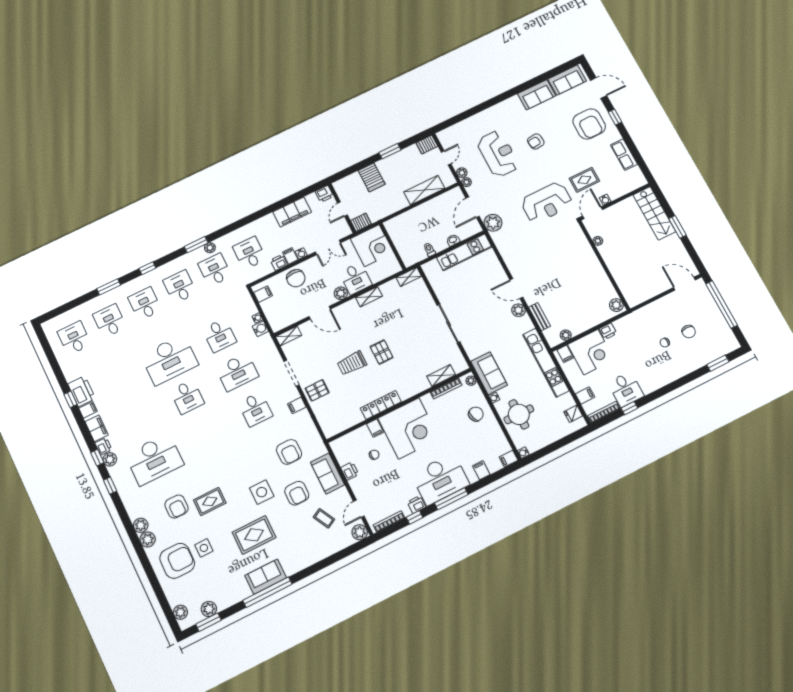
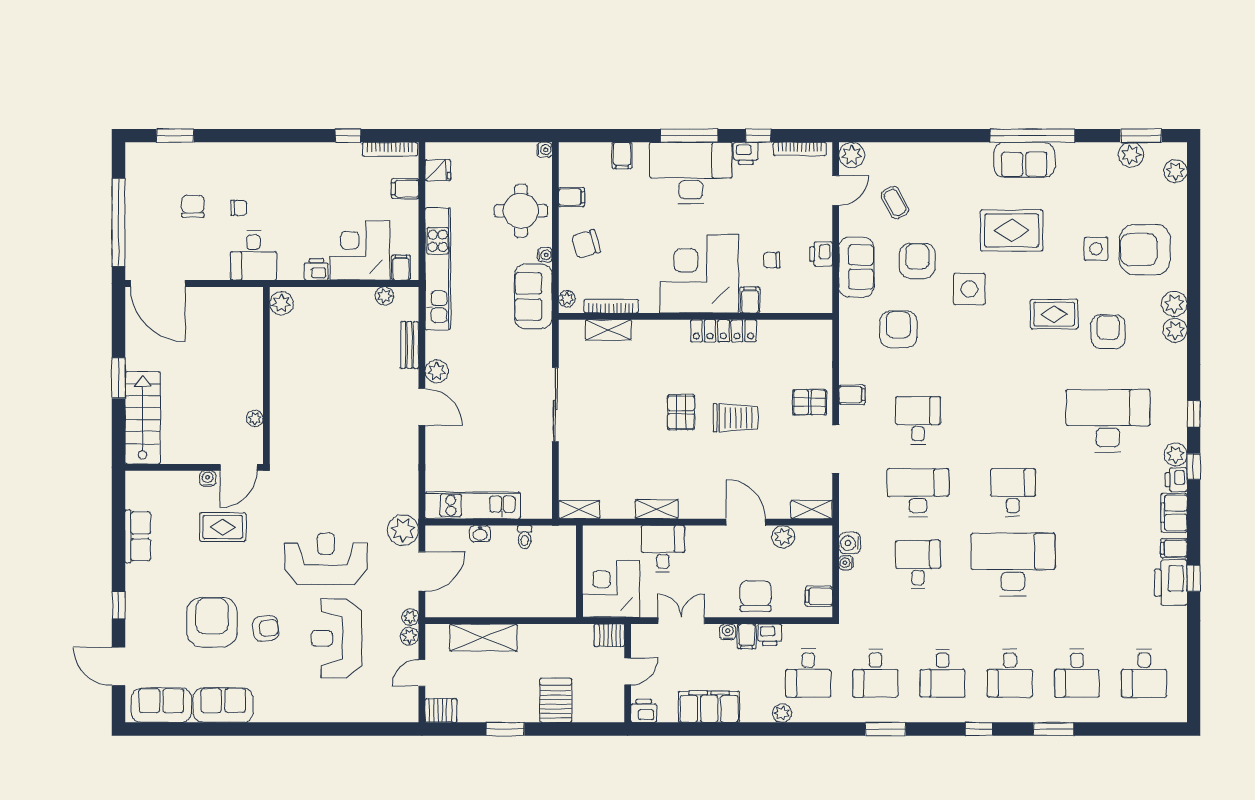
armchair: (589, 124) -> (212, 622), moved
reception desk: (547, 203) -> (326, 559), moved
plant: (210, 248) -> (782, 713), moved
door: (684, 284) -> (158, 283), width x1.36
plant: (341, 293) -> (783, 537), moved
desk: (626, 389) -> (254, 255), moved, turned 180
filing cabinet: (509, 459) -> (572, 197), moved

